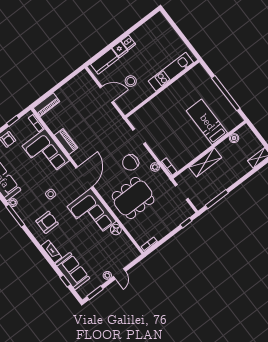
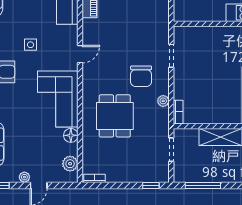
chair: (131, 162) -> (141, 76), turned -90
door: (84, 177) -> (80, 54), width x0.53
dining table: (133, 198) -> (115, 116), width x0.73
plant: (128, 247) -> (70, 164), added

